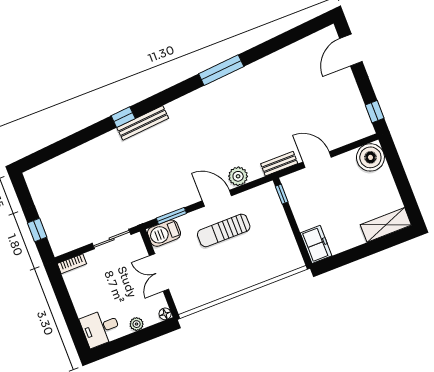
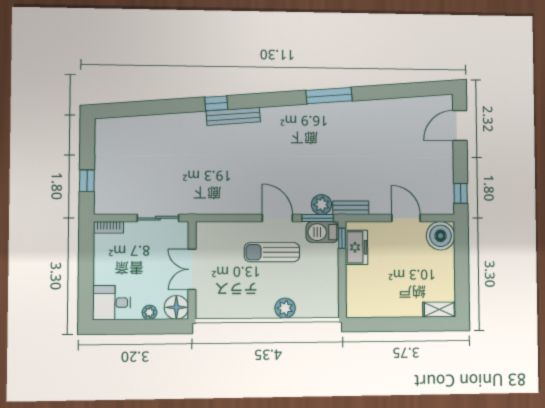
door: (317, 160) -> (406, 218), moved
plant: (238, 176) -> (321, 205), moved
window: (171, 216) -> (318, 218), moved
shelving: (386, 225) -> (439, 310), width x0.67, depth x0.75
barbecue: (164, 233) -> (322, 232), moved
freezer: (316, 244) -> (356, 247), moved
plant: (254, 276) -> (285, 308), added
floor lamp: (165, 314) -> (176, 307), width x1.89, depth x1.89

